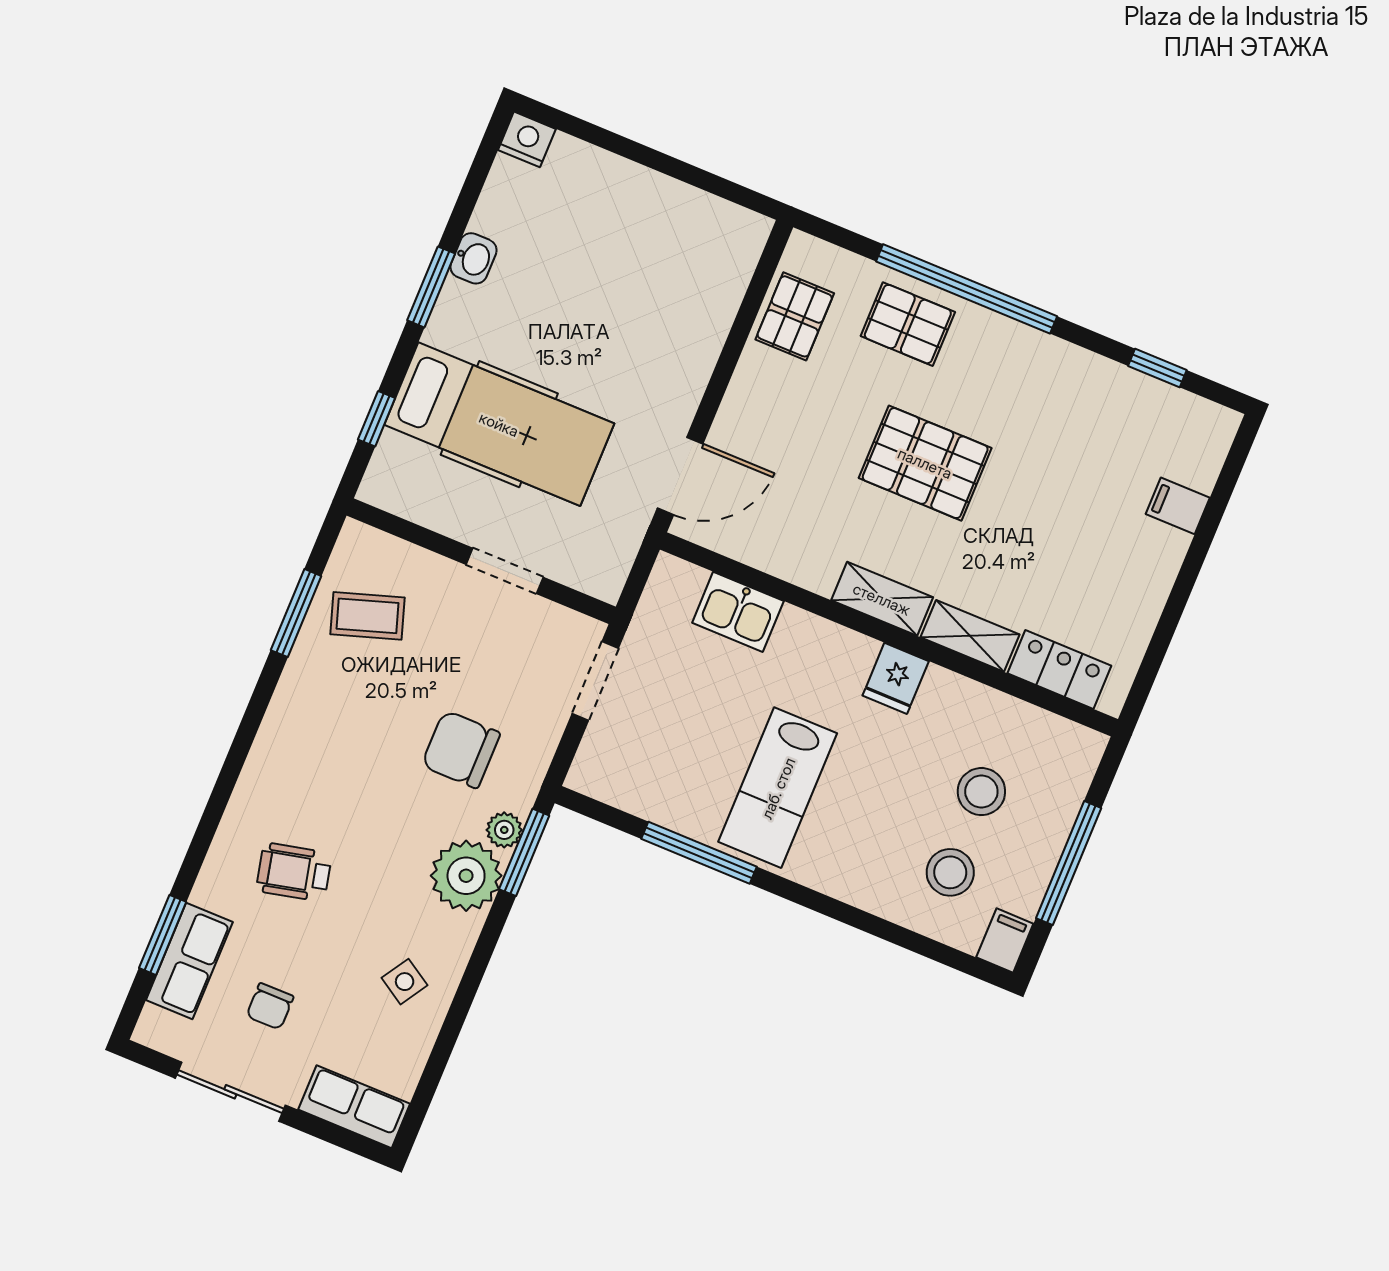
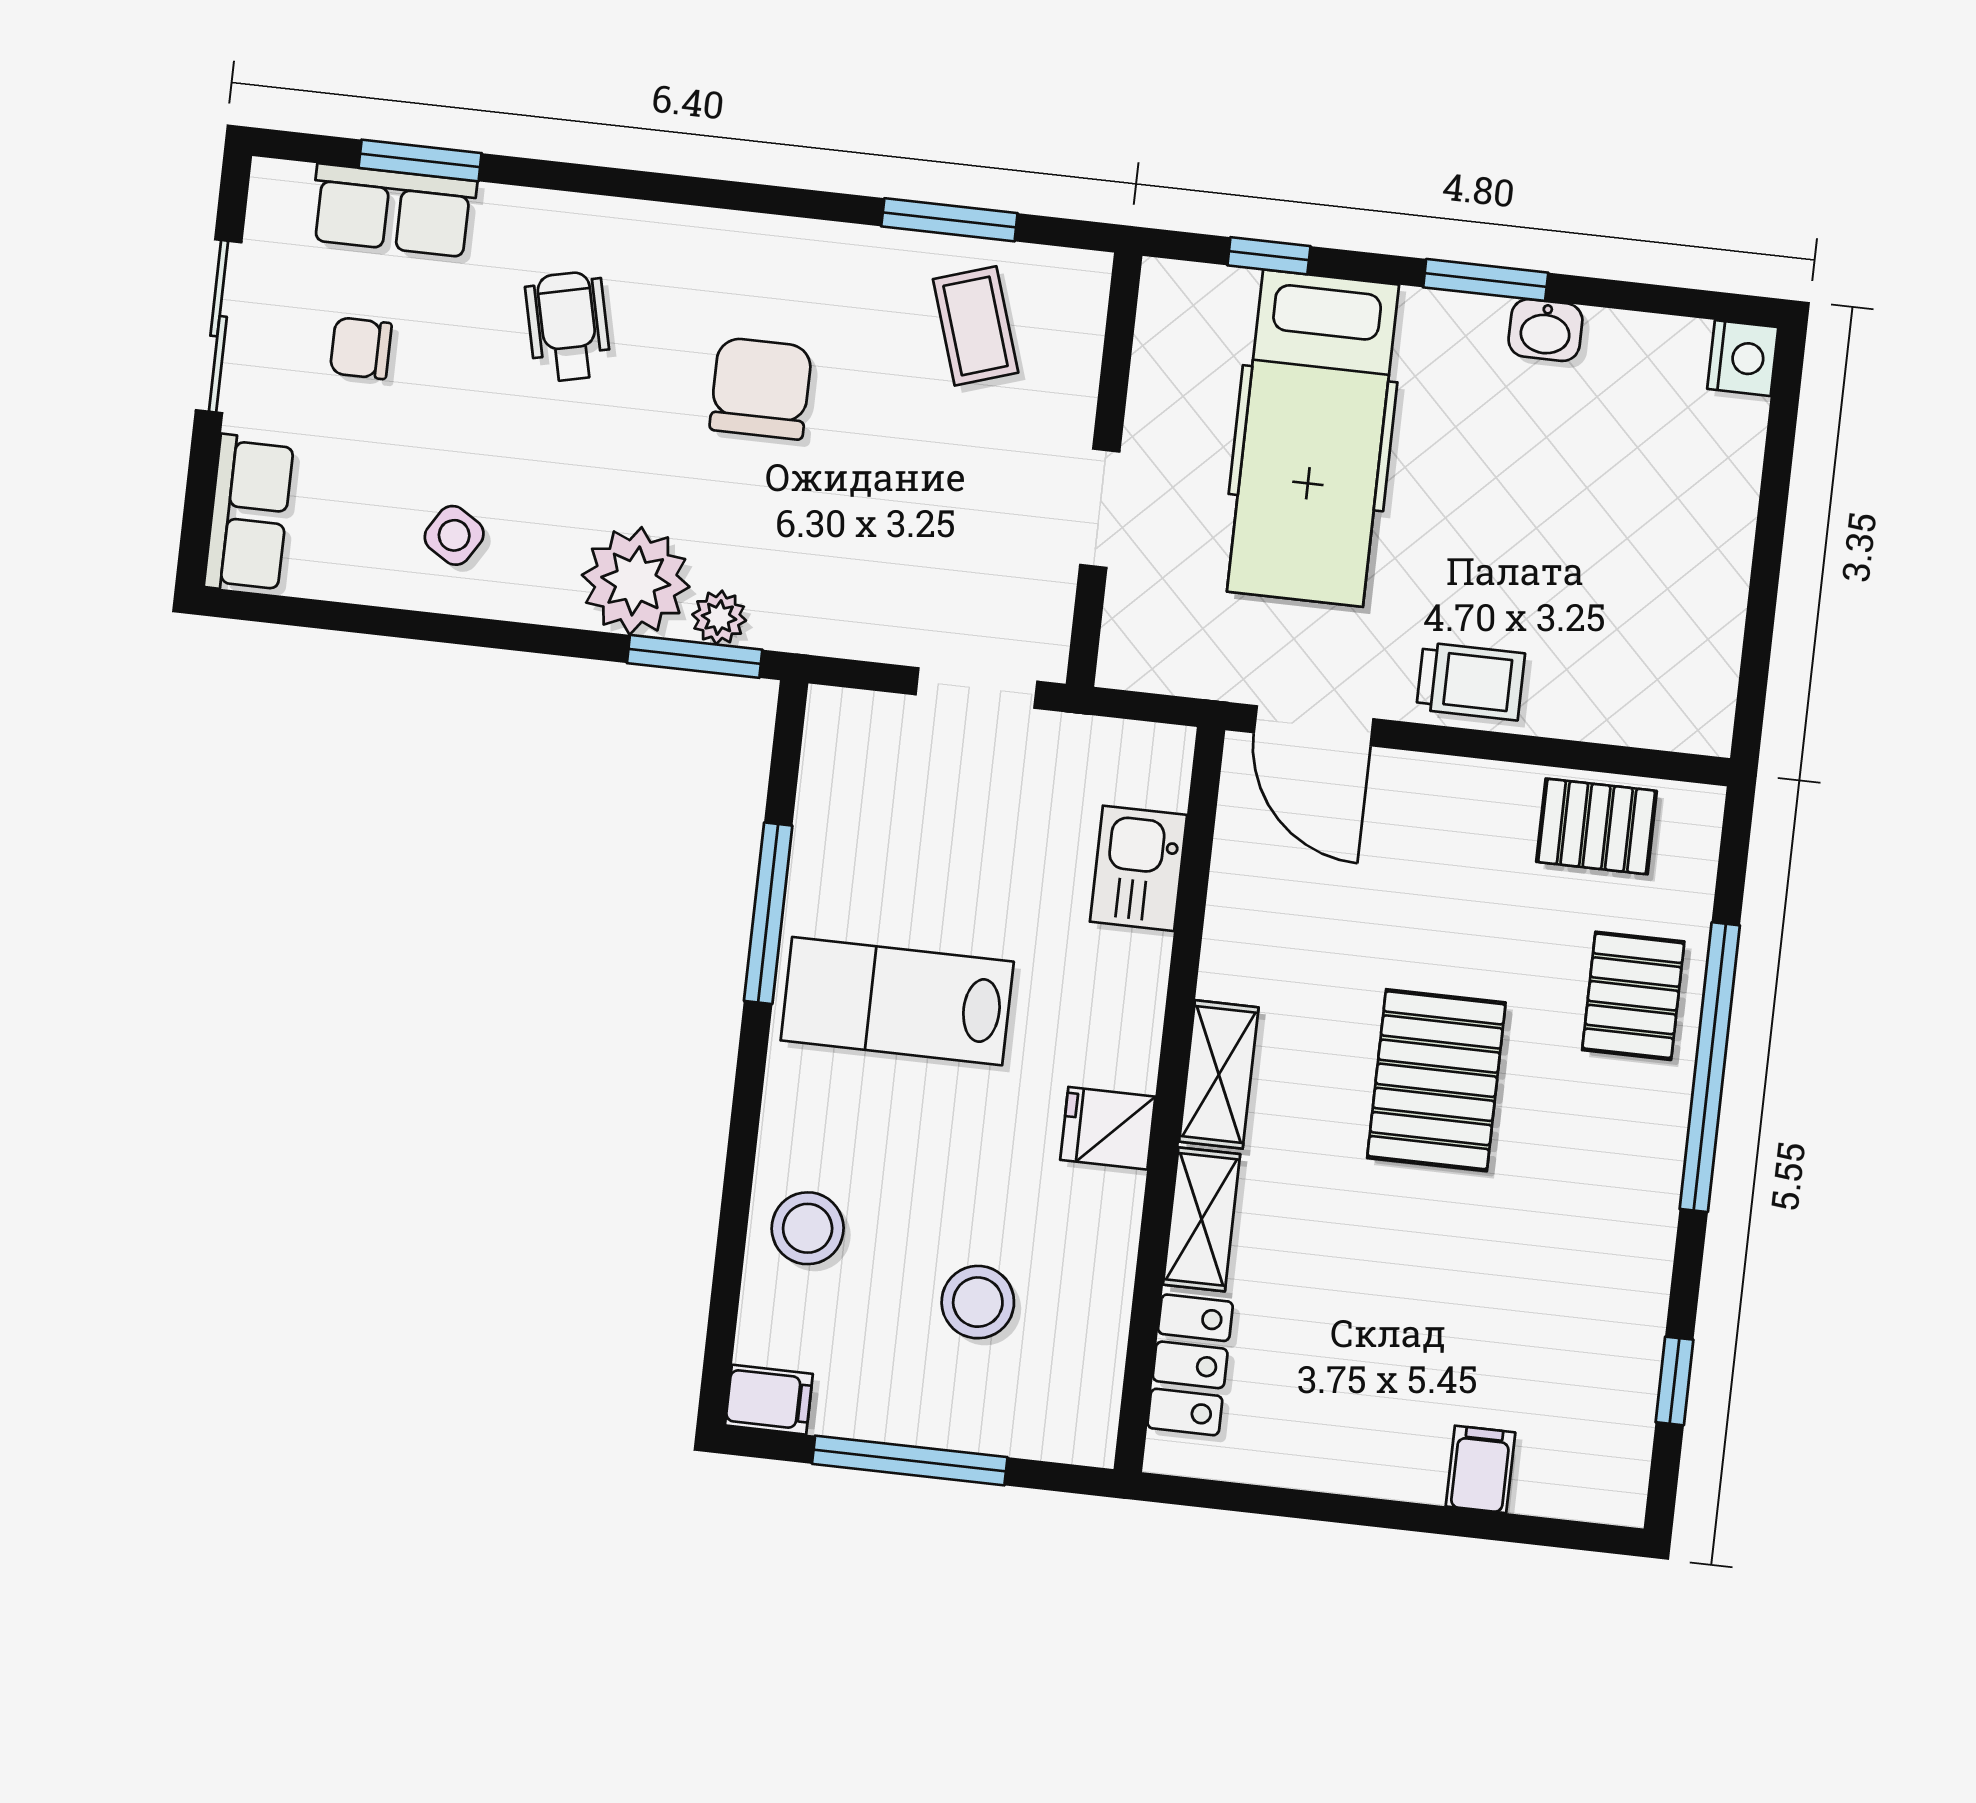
trolley: (681, 369) -> (1471, 681), added
chair: (461, 749) -> (761, 388), moved
stool: (950, 872) -> (808, 1228), moved

